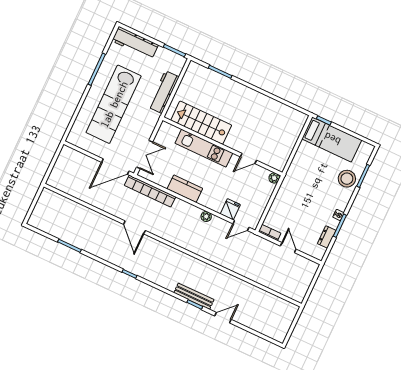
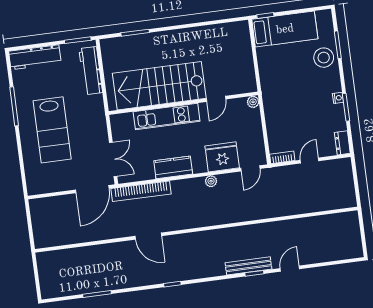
workbench: (164, 92) -> (91, 71), moved
lab bench: (114, 104) -> (52, 130), width x0.73
stairs: (201, 123) -> (159, 86), width x1.36, depth x1.51
fridge: (230, 209) -> (222, 157), width x1.88, depth x1.34
dresser: (327, 237) -> (342, 143), moved
door: (288, 248) -> (310, 161), hinge flipped

